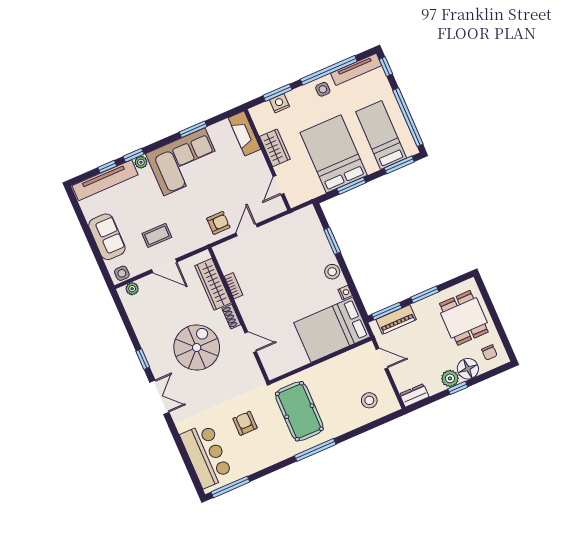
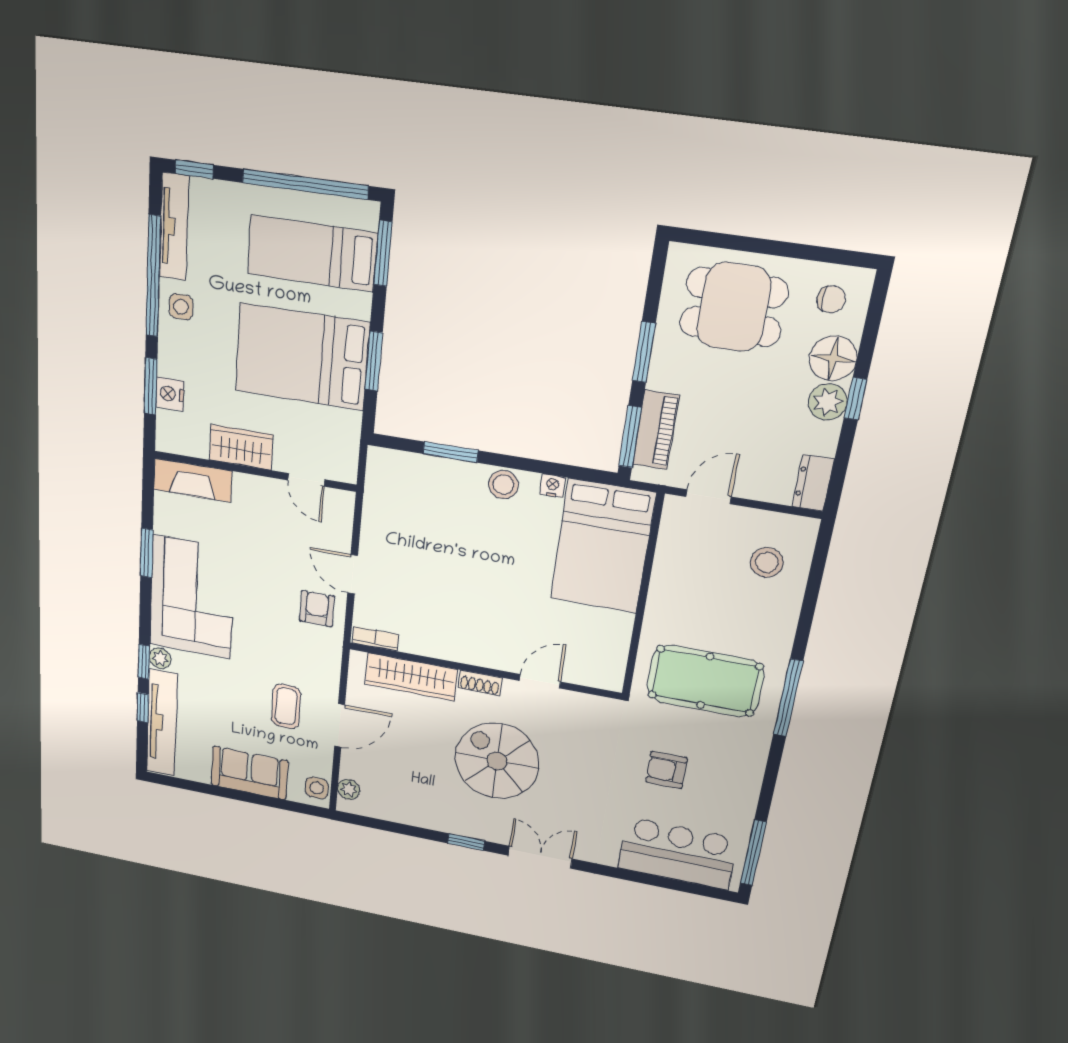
bookcase: (233, 286) -> (375, 639), moved

